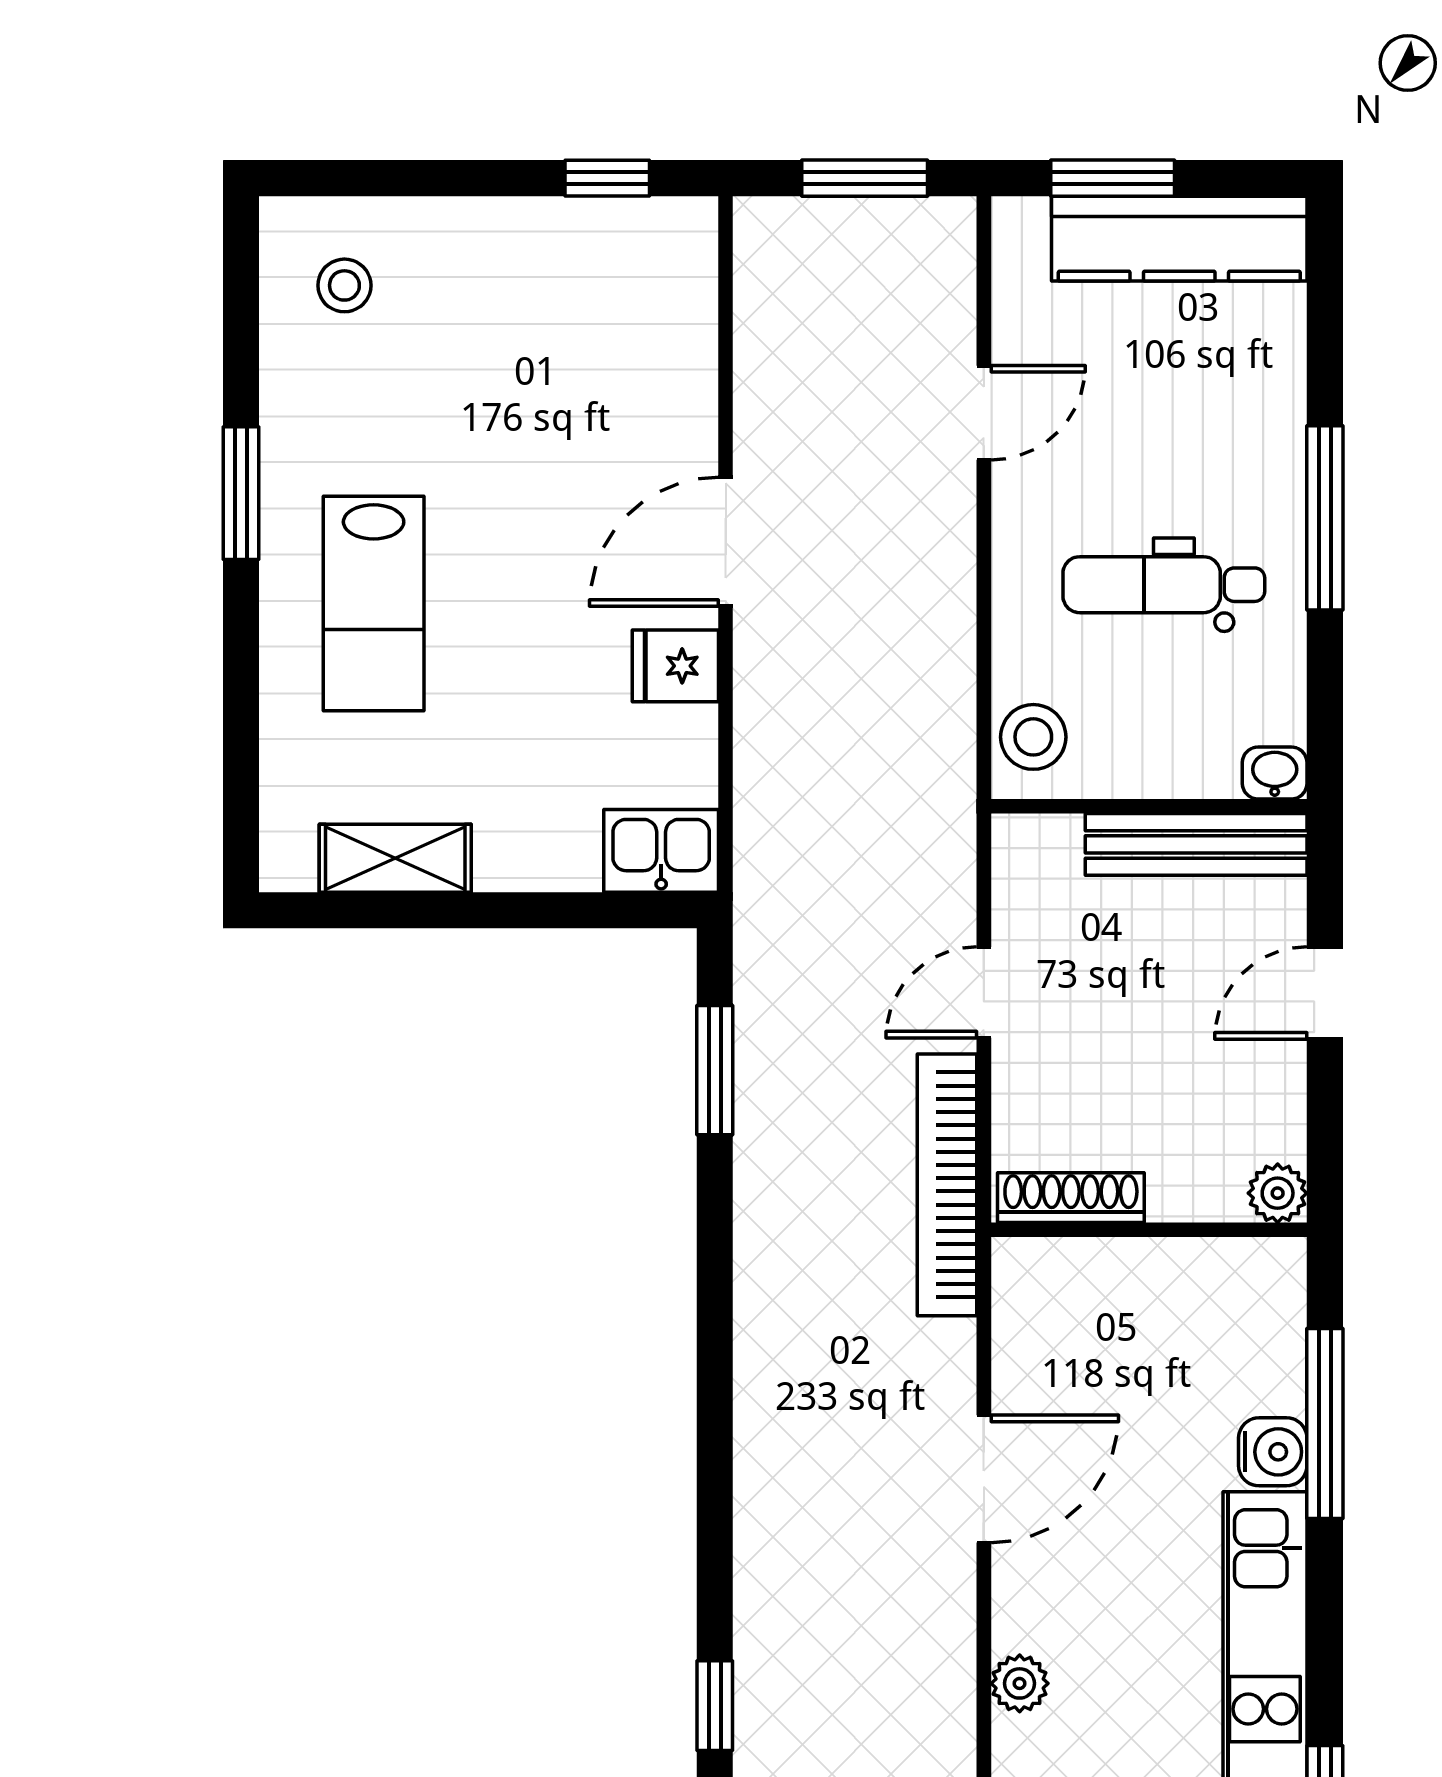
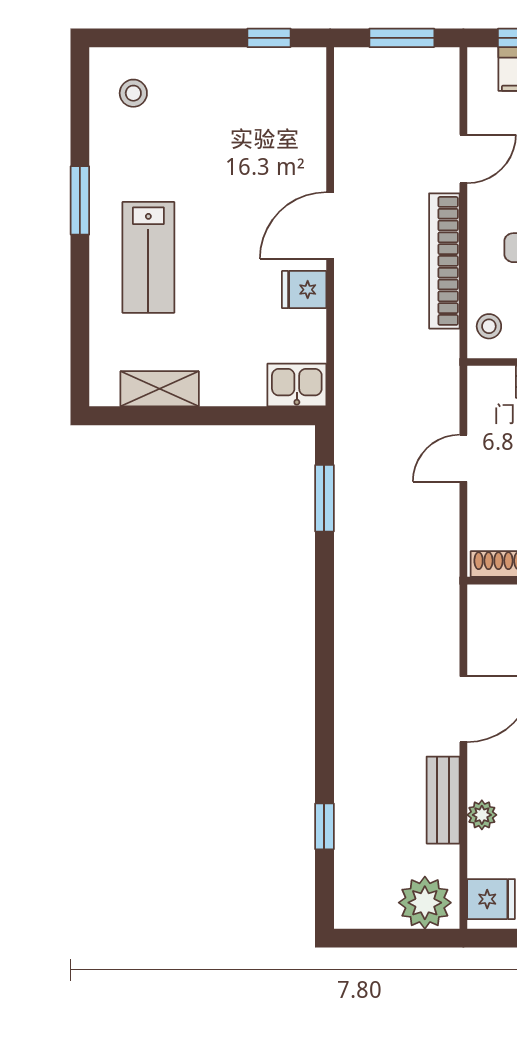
stool: (1033, 737) -> (489, 326), width x0.73, depth x0.73
bookcase: (947, 1185) -> (444, 261), moved
bench: (945, 1655) -> (443, 800), added

